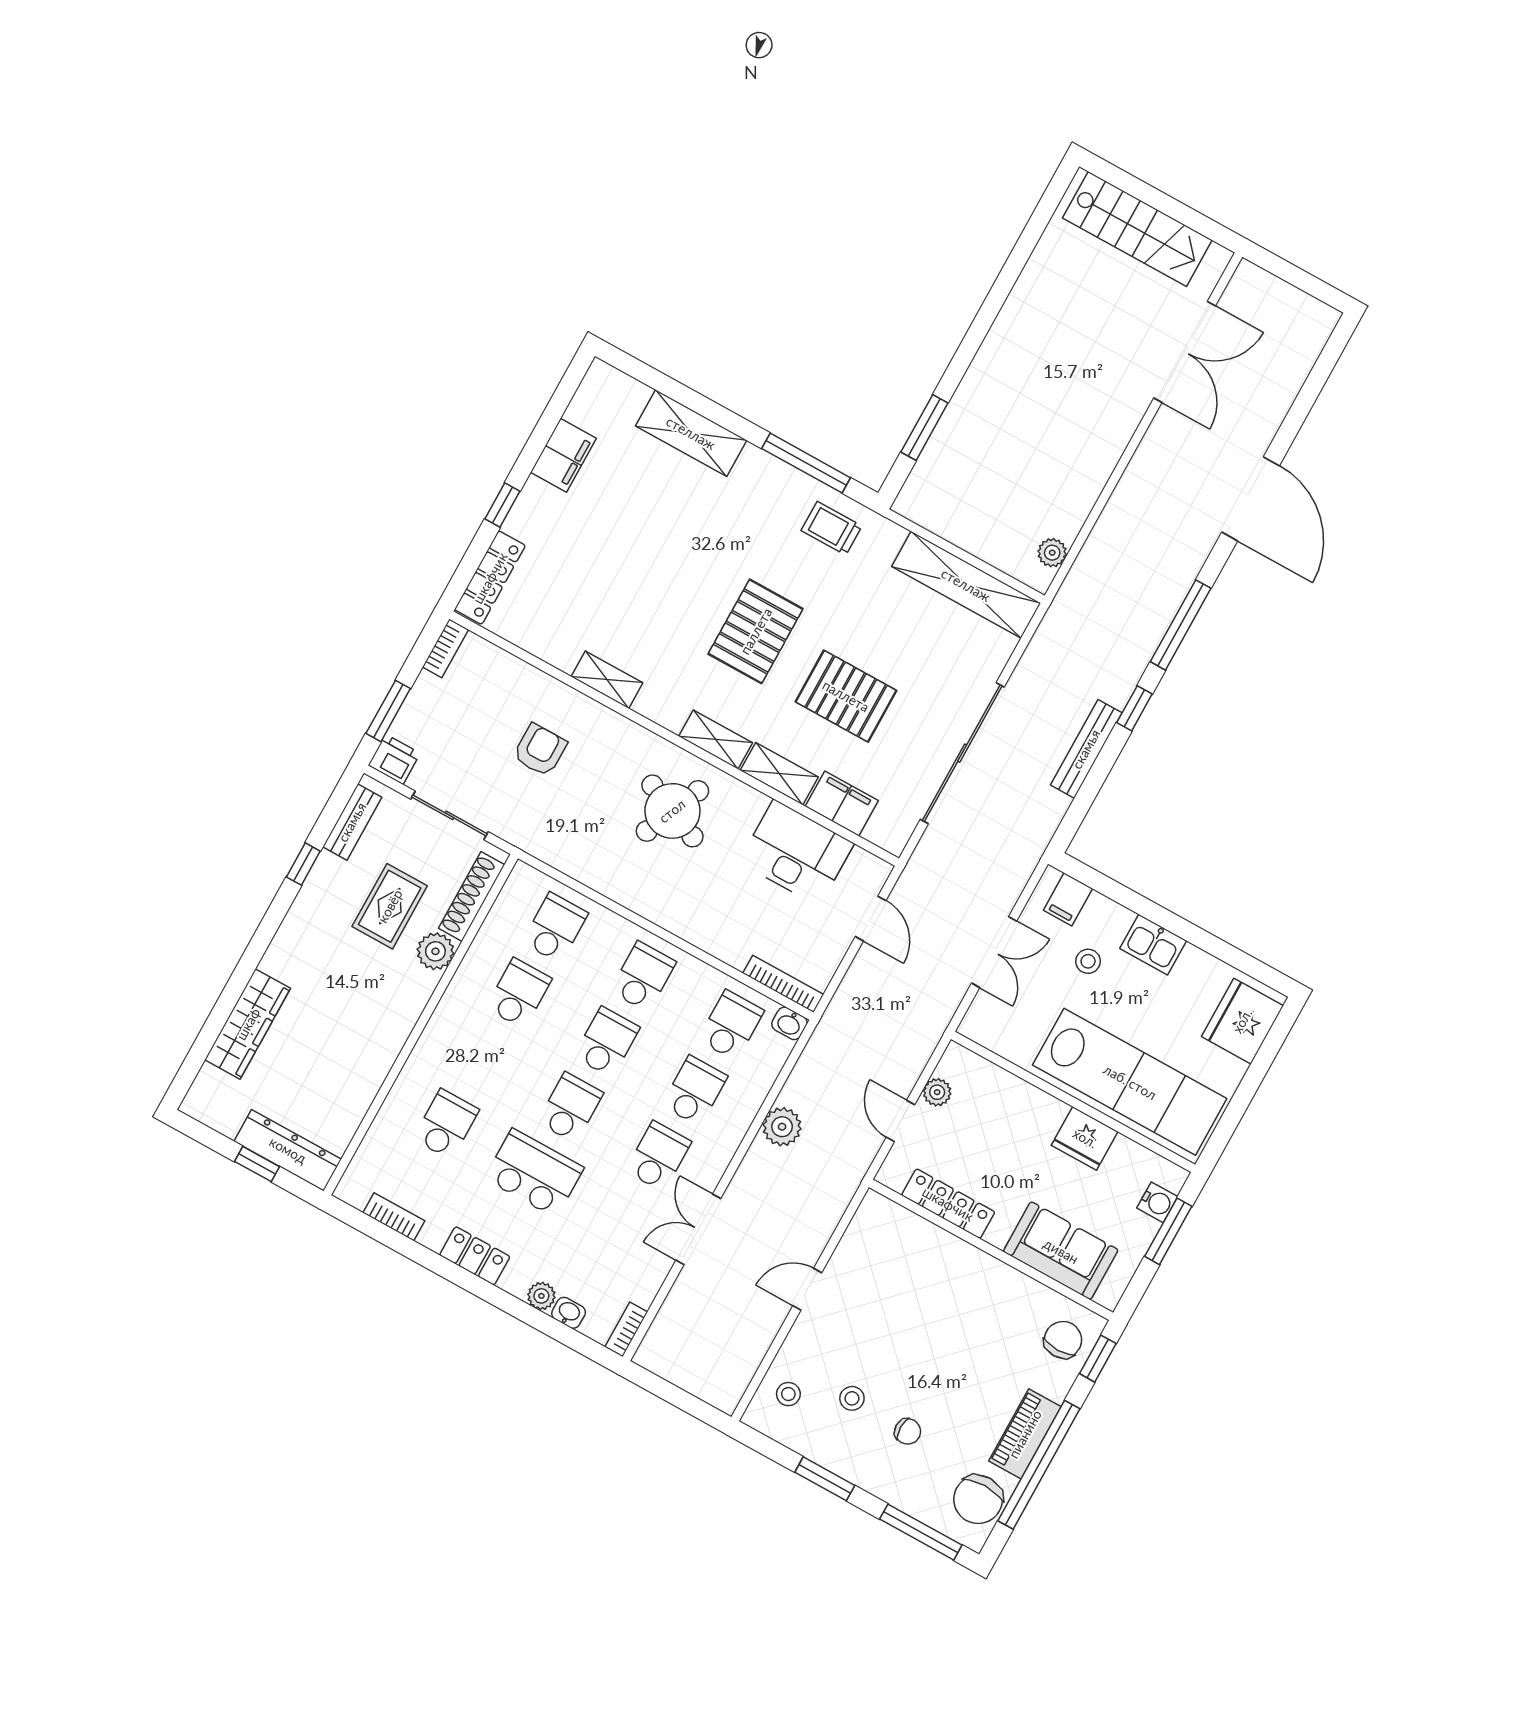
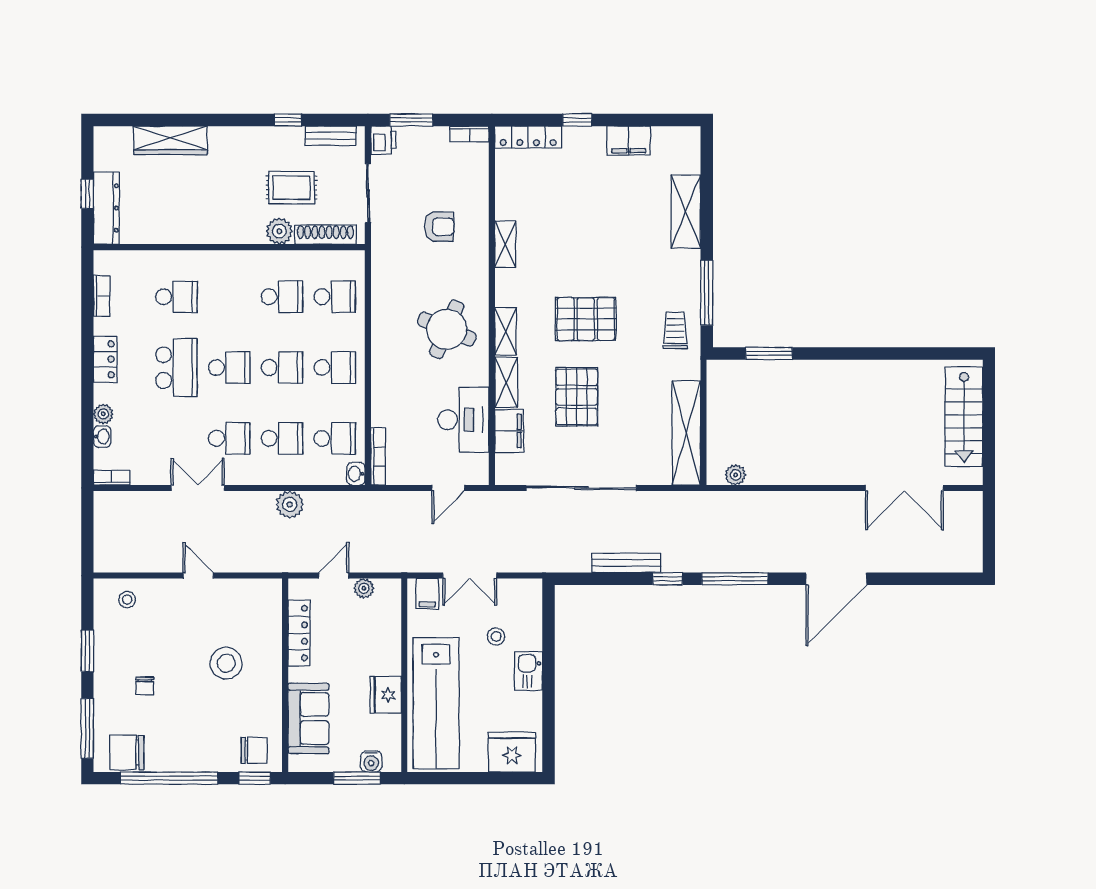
filing cabinet: (1068, 899) -> (427, 594), moved, turned -90
stool: (852, 1398) -> (226, 663), moved, width x1.89, depth x1.89
piano: (1025, 1434) -> (183, 759), removed

